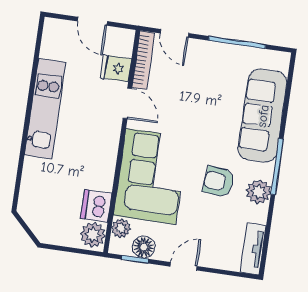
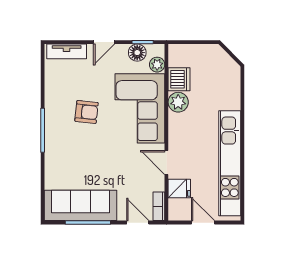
bookcase: (143, 60) -> (159, 206), width x0.64
kitchen unit: (45, 109) -> (230, 163), width x1.36
sofa: (263, 116) -> (80, 205), moved, turned -90
plant: (259, 192) -> (54, 109), removed
plant: (93, 235) -> (178, 102), moved
tv unit: (253, 249) -> (67, 51), moved, turned 90

